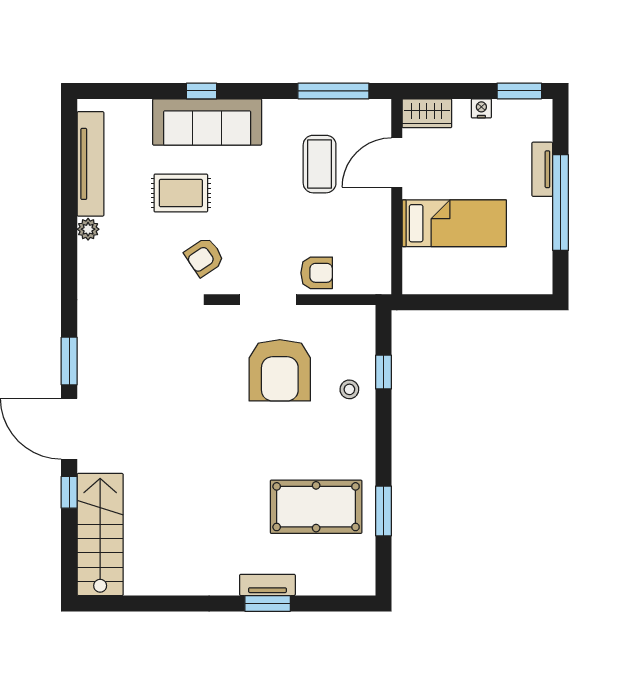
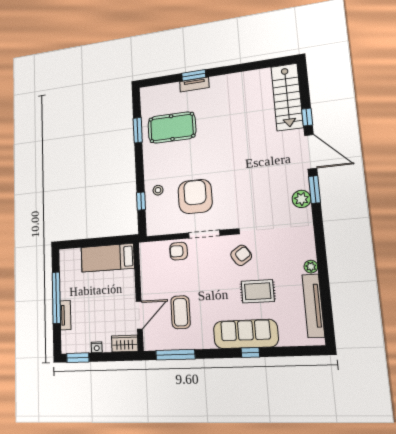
bed: (454, 223) -> (108, 258), moved
plant: (93, 347) -> (301, 199), added

